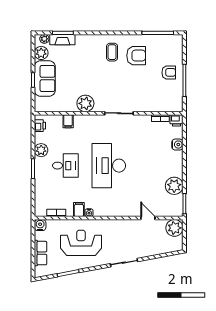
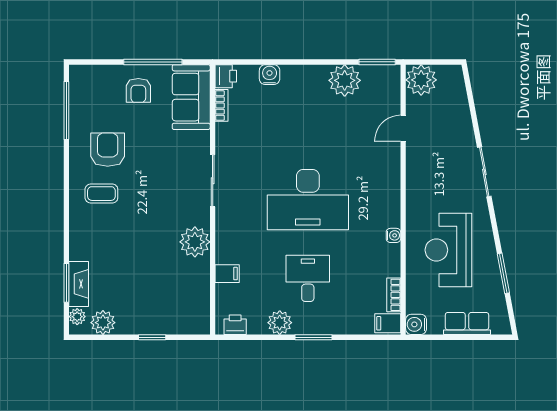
armchair: (169, 72) -> (138, 90), turned 180
sofa: (45, 79) -> (191, 97), moved, turned -90
filing cabinet: (79, 210) -> (388, 323), moved

